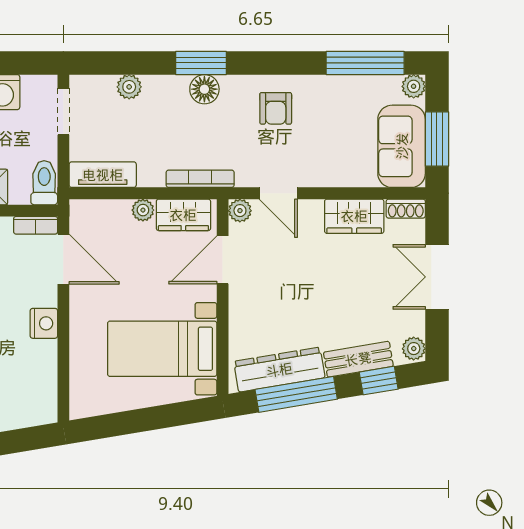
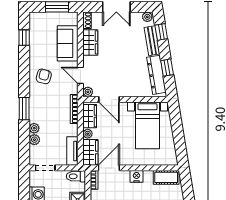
window: (365, 63) -> (24, 38), width x0.46
plant: (414, 86) -> (34, 128), moved
floor lamp: (204, 89) -> (35, 107), removed
armchair: (276, 108) -> (44, 76), turned -75
sofa: (402, 146) -> (68, 43), moved, turned 90
door: (278, 193) -> (80, 75), swing flipped
wardrobe: (99, 217) -> (90, 152), added
cot: (42, 392) -> (166, 177), added
window: (296, 394) -> (167, 68), width x0.46

